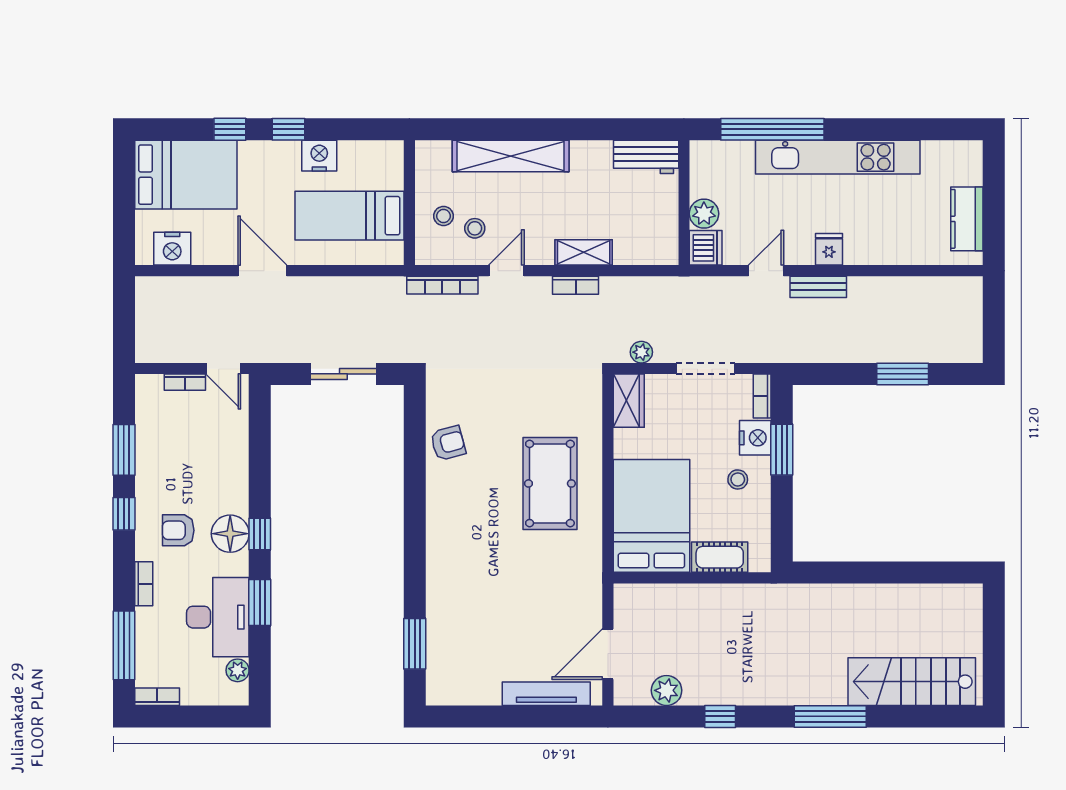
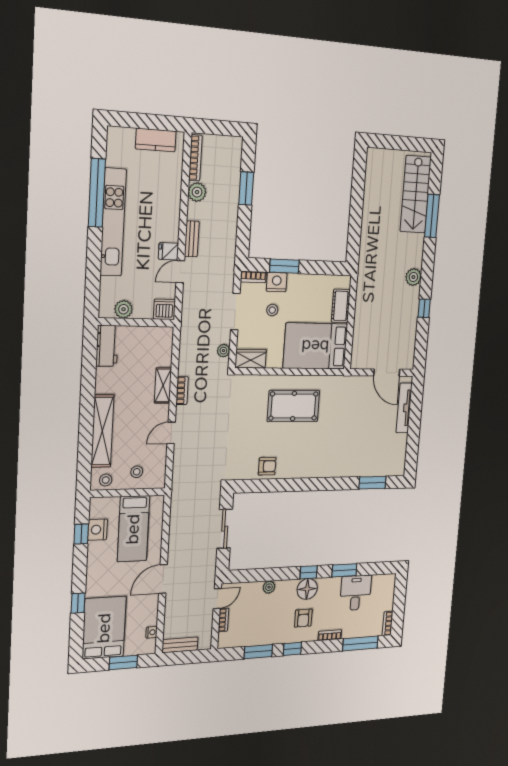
window: (288, 129) -> (81, 534), moved
window: (772, 129) -> (97, 193), moved
nightstand: (319, 156) -> (98, 530), moved
window: (124, 210) -> (123, 662), added
plant: (704, 214) -> (124, 309), moved
stool: (475, 228) -> (106, 480), moved
nightstand: (172, 249) -> (152, 632), width x0.53, depth x0.56
fridge: (829, 249) -> (168, 251), moved
door: (506, 271) -> (171, 433), hinge flipped
door: (766, 271) -> (180, 272), hinge flipped
bookcase: (442, 285) -> (195, 158), moved
plant: (892, 291) -> (197, 192), added
bench: (147, 307) -> (180, 645), added
armchair: (448, 443) -> (267, 466), turned 105
stool: (738, 479) -> (272, 310), moved
desk: (218, 617) -> (356, 593), width x0.73
plant: (238, 670) -> (269, 587), moved
plant: (667, 690) -> (413, 277), moved
window: (830, 716) -> (432, 216), moved

